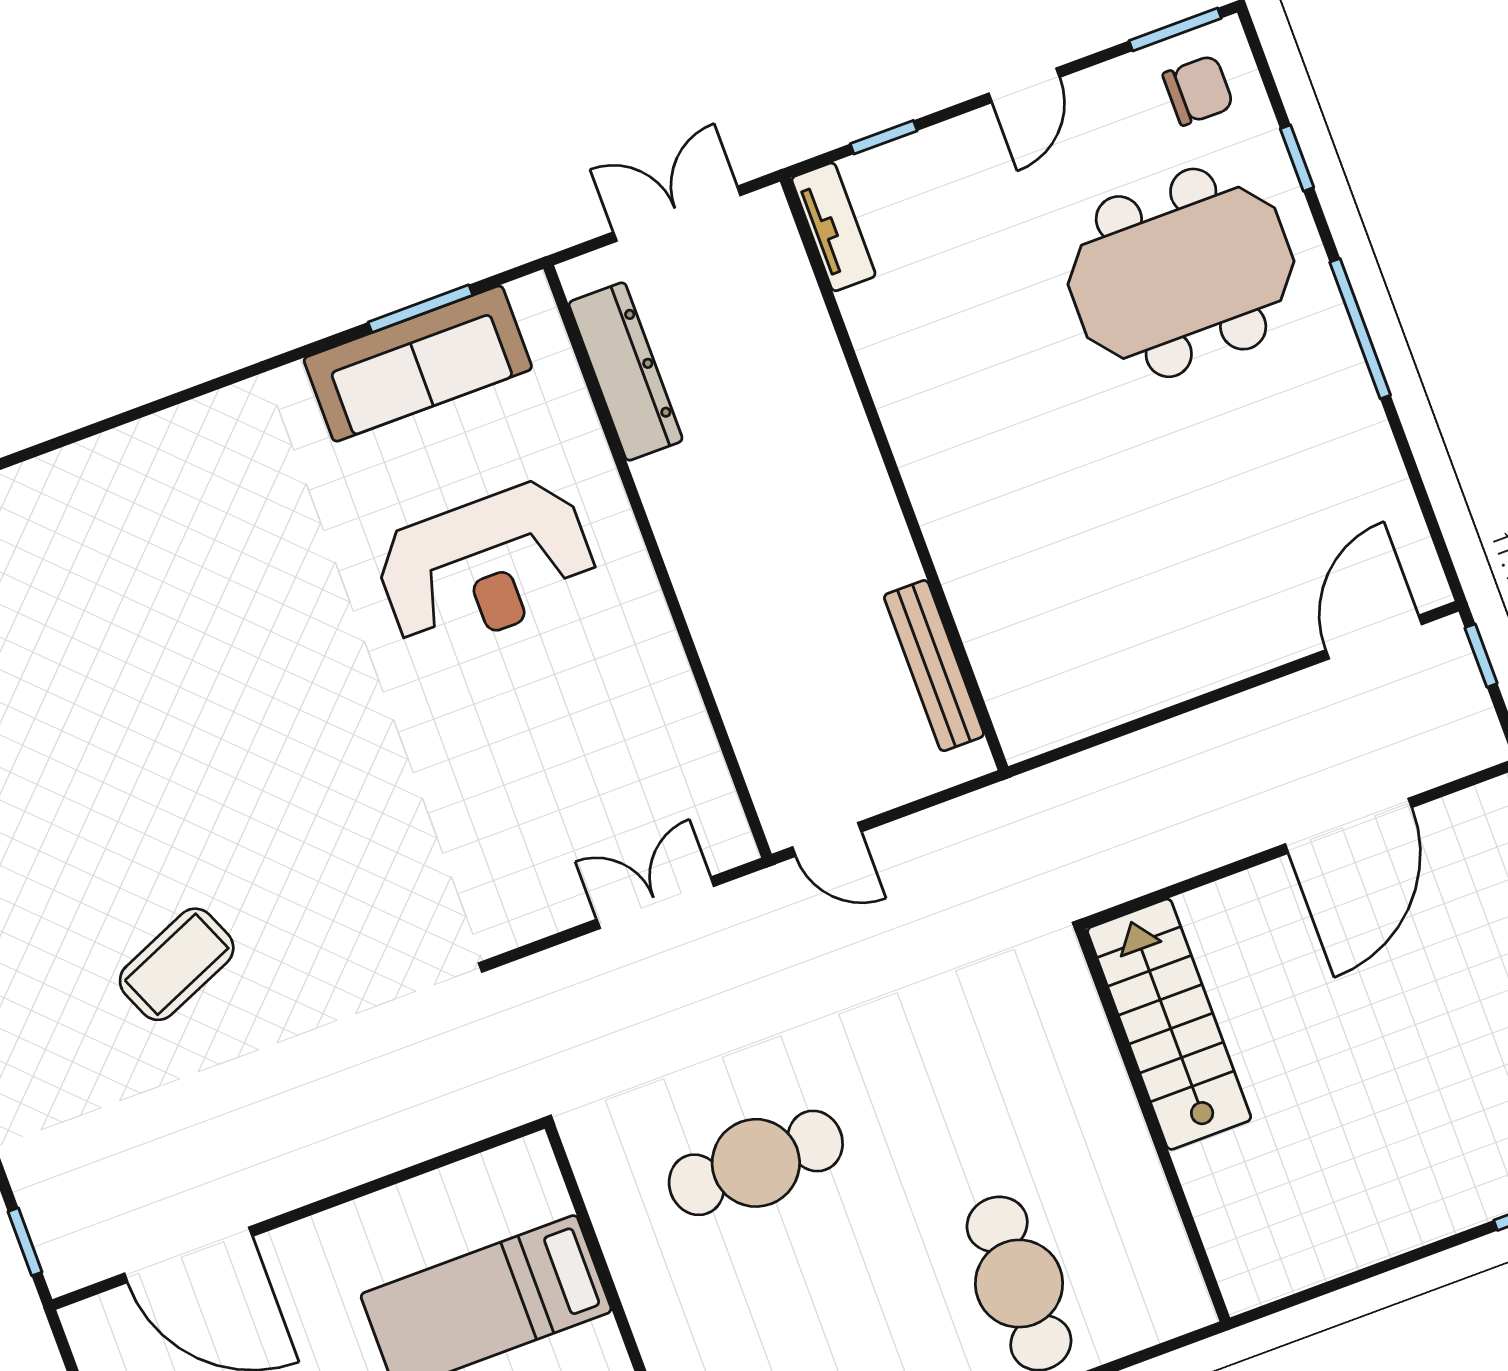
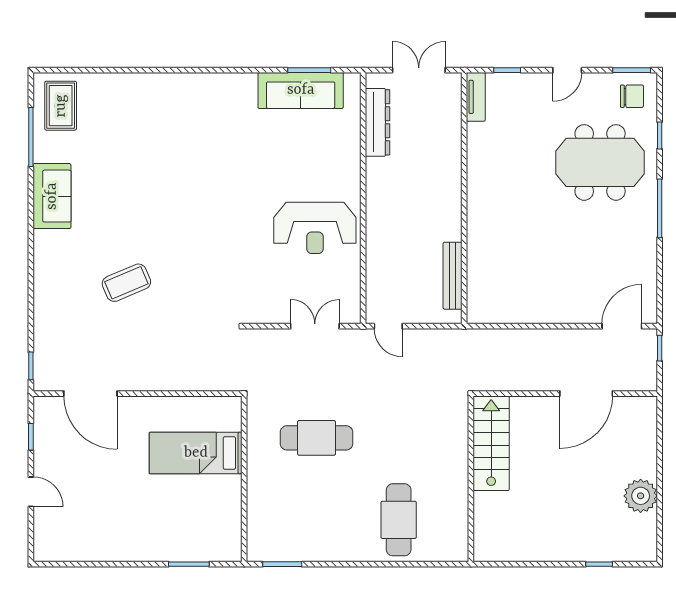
reception desk: (486, 566) -> (315, 228), moved

